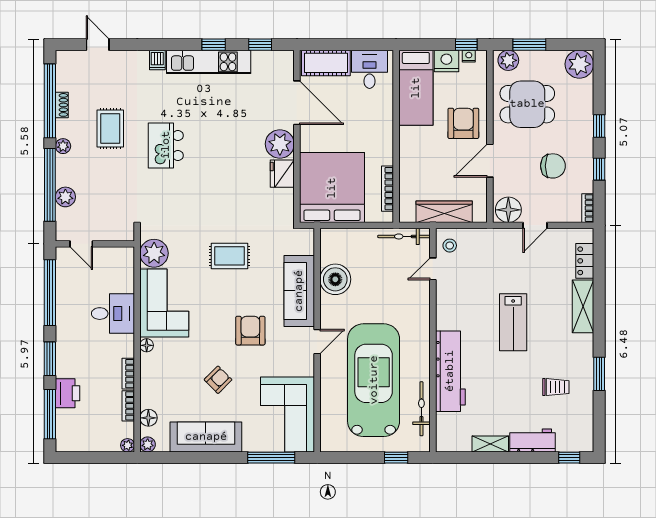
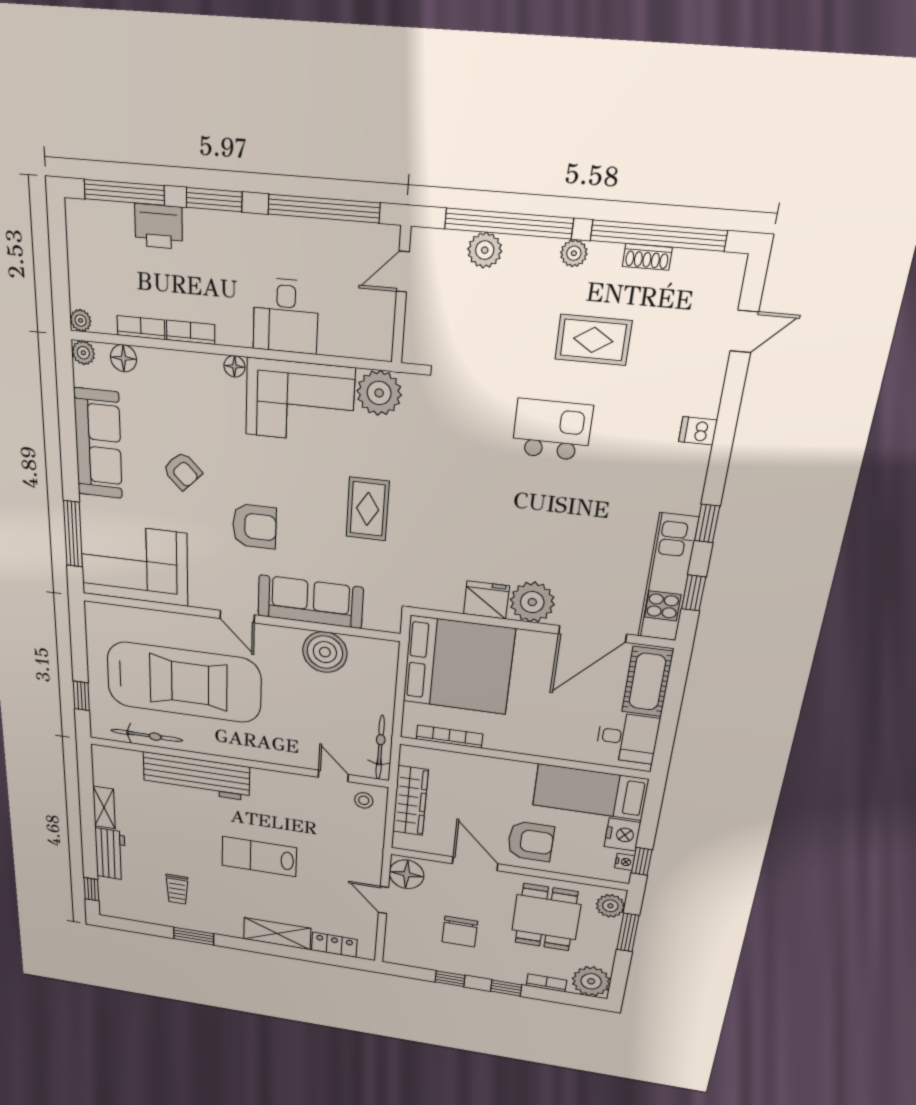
kitchen unit: (209, 62) -> (668, 578), moved
bookcase: (588, 208) -> (546, 983), moved

